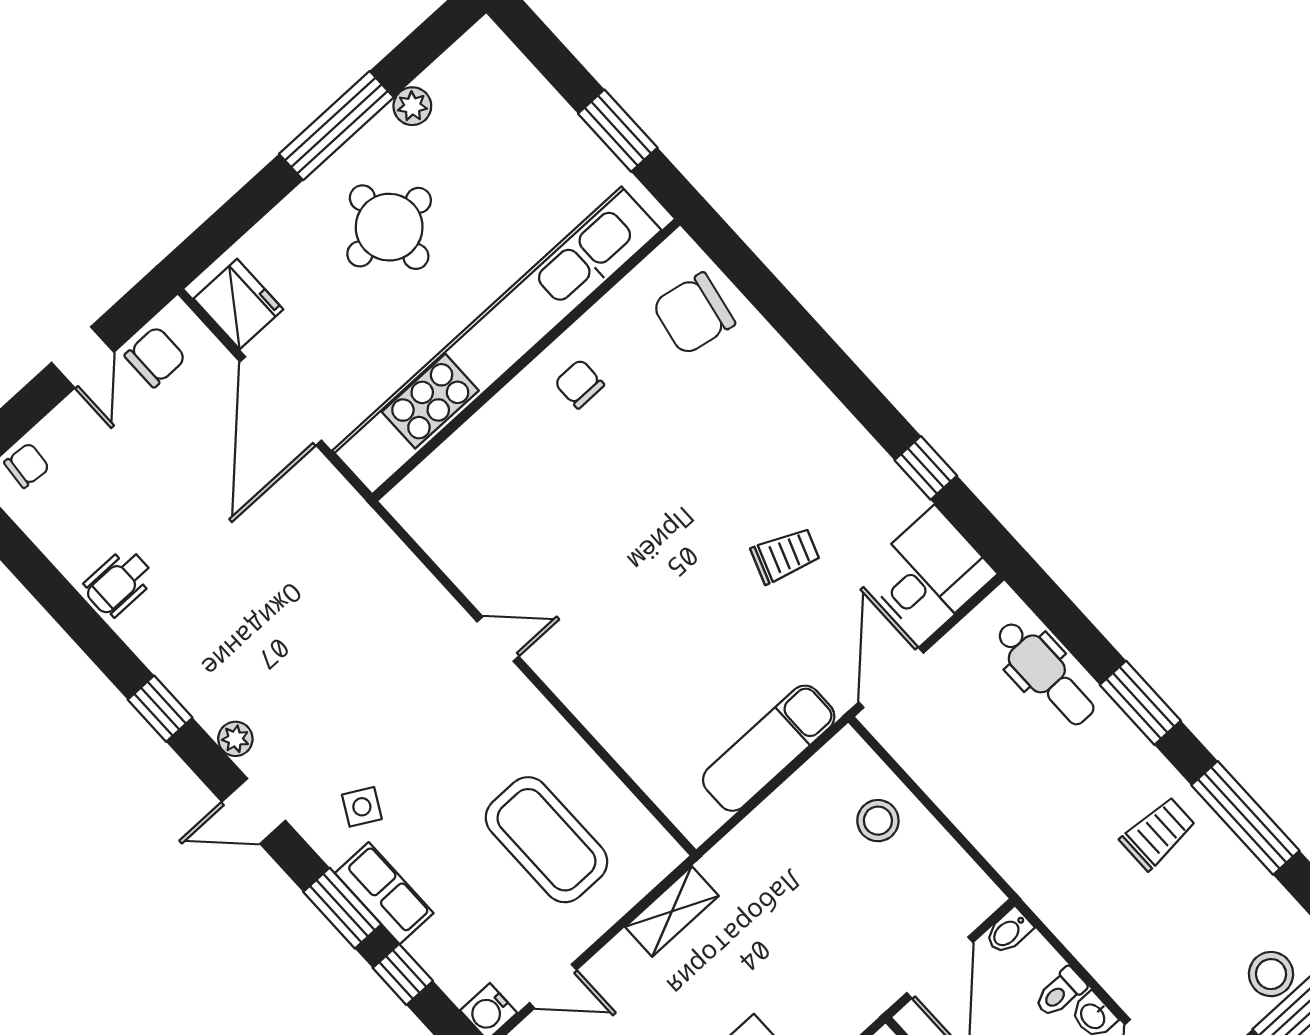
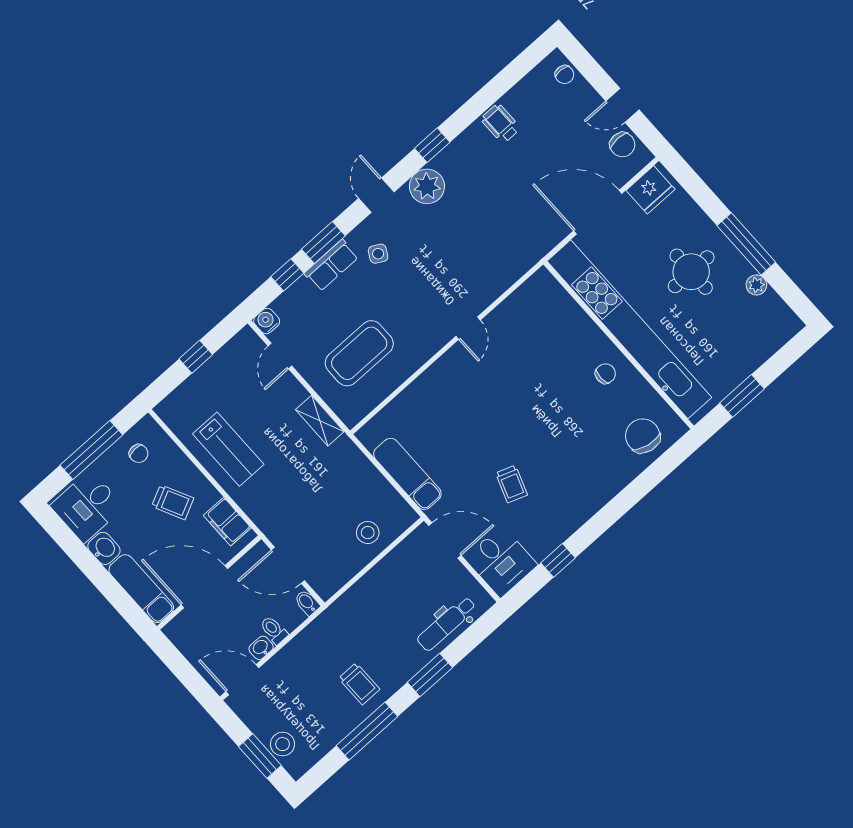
plant: (235, 739) -> (427, 186), width x1.88, depth x1.88

